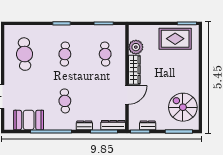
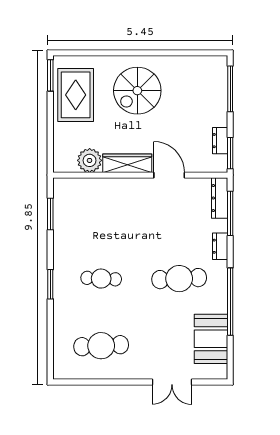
cafe table: (105, 54) -> (101, 211), removed
cafe table: (65, 101) -> (179, 279), width x1.37, depth x1.35
spiral stairs: (183, 107) -> (137, 91), moved

